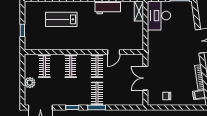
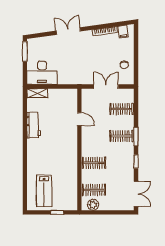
lab bench: (61, 19) -> (44, 191), moved
clothes rail: (97, 66) -> (121, 109), moved
double door: (145, 78) -> (106, 87), swing flipped
plant: (30, 83) -> (93, 205), moved

